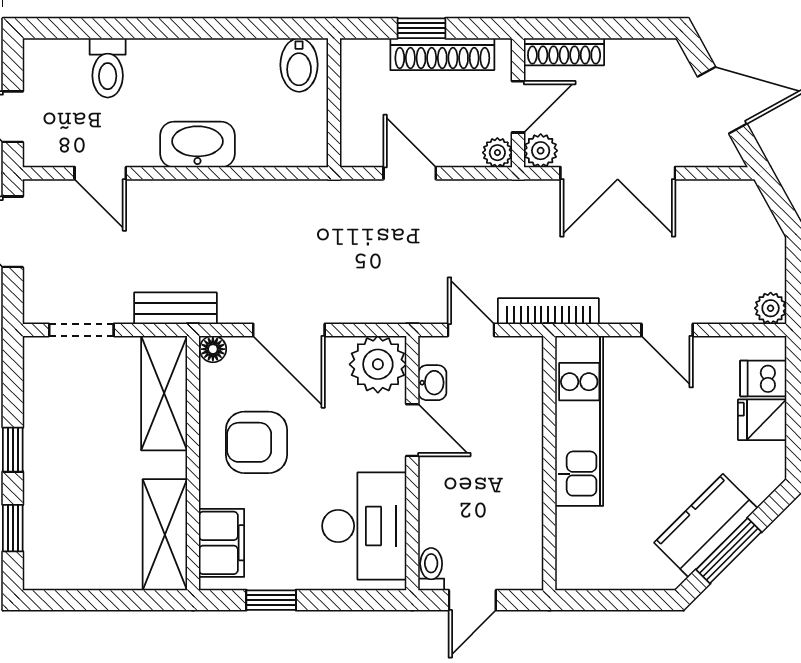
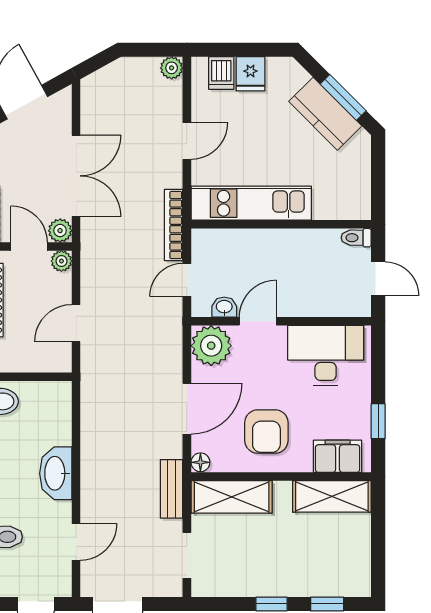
toilet: (431, 569) -> (356, 238), moved

